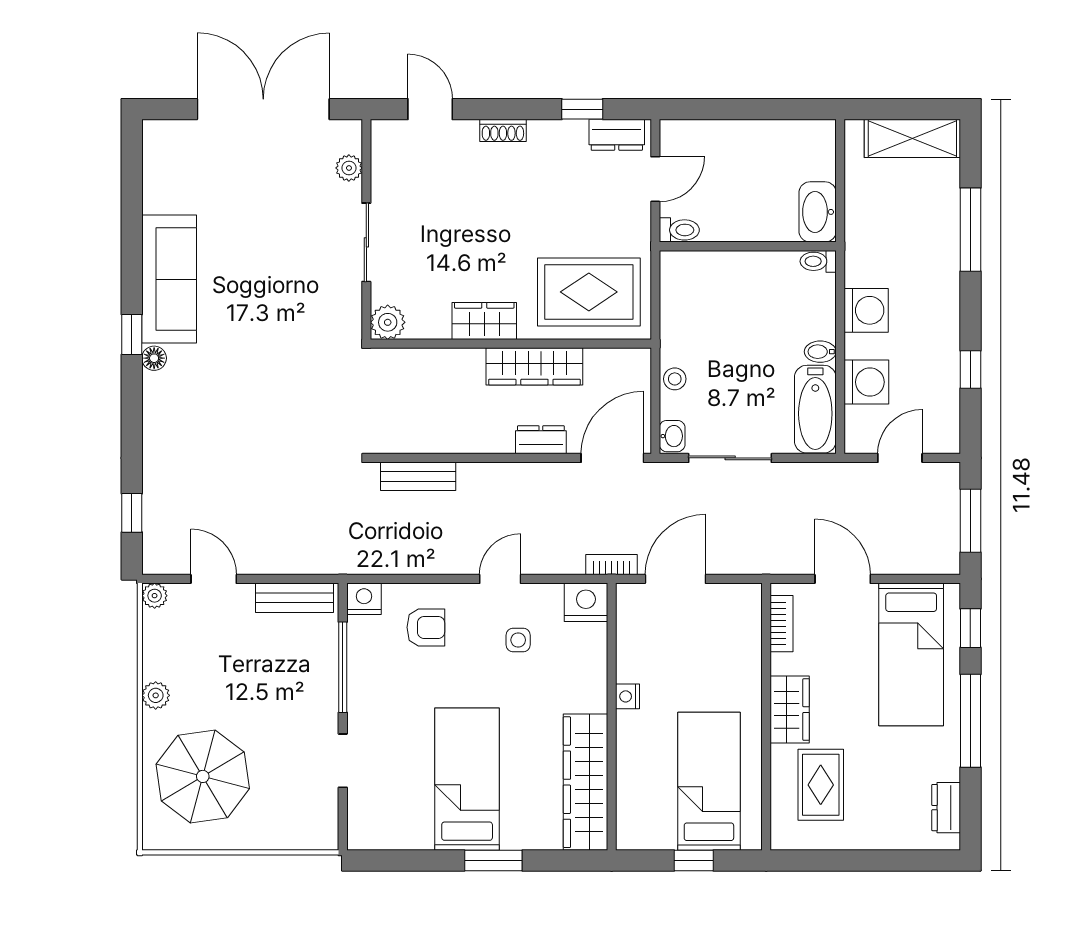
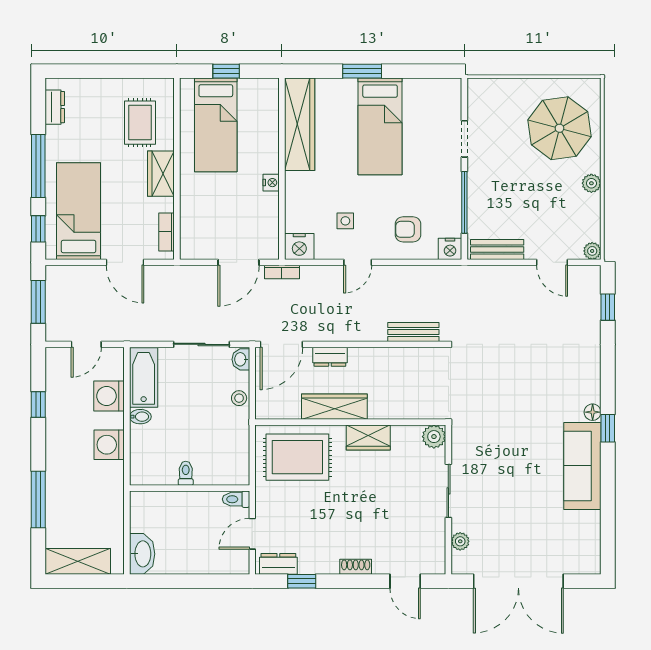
washbasin: (818, 212) -> (142, 554), moved
toilet: (818, 261) -> (186, 473), moved, turned -90

